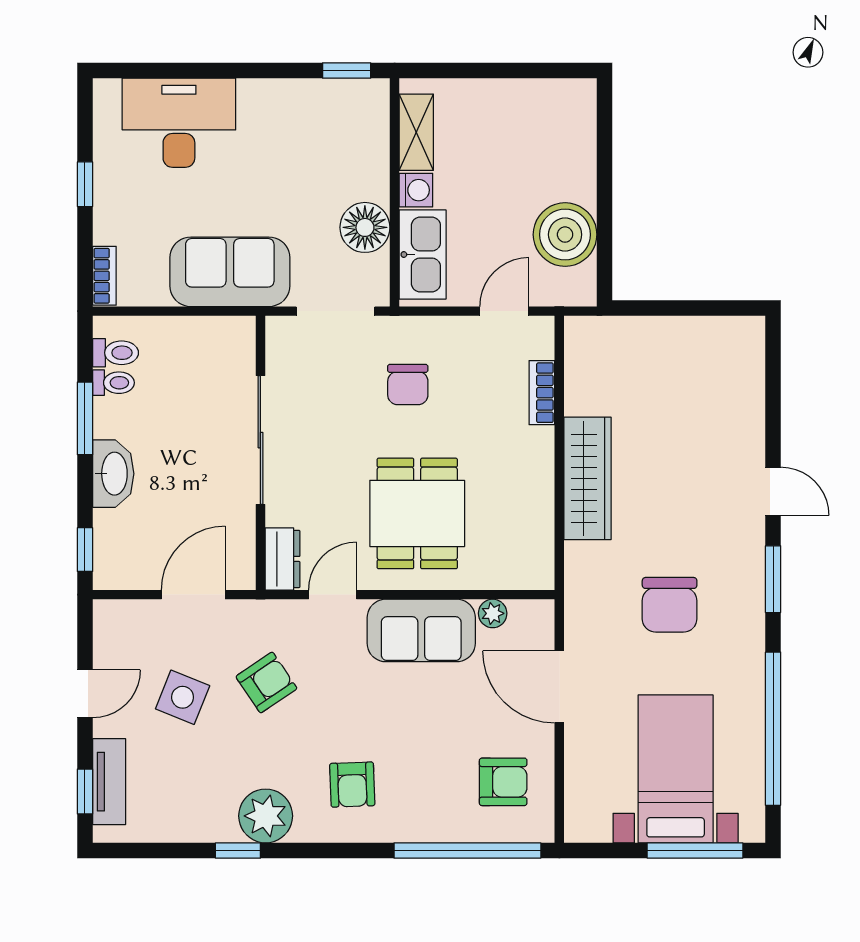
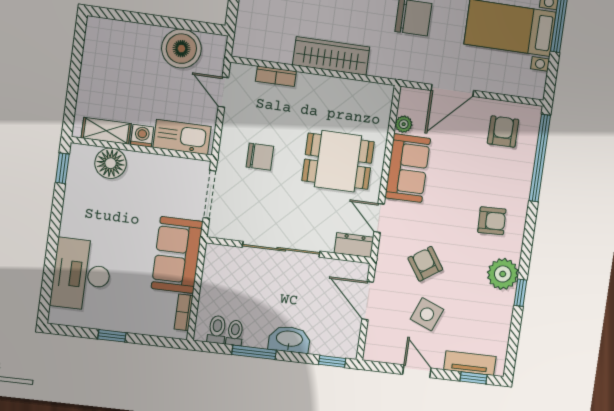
floor lamp: (365, 227) -> (111, 163), moved
bookcase: (104, 276) -> (184, 312), moved, turned -90

